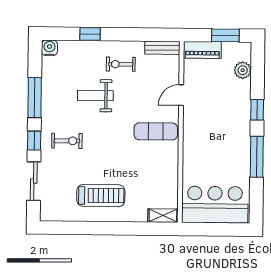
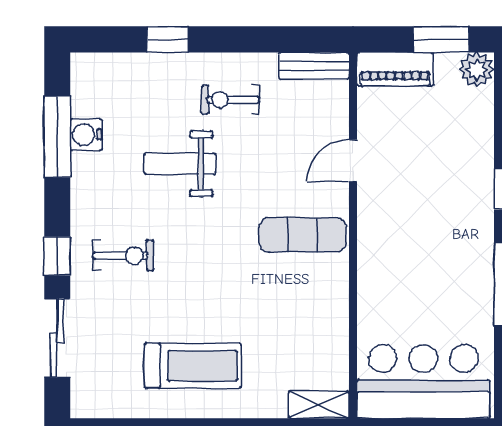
water cooler: (49, 48) -> (86, 135), moved, turned -90
plant: (243, 70) -> (477, 70), moved
window: (35, 98) -> (57, 137), moved

